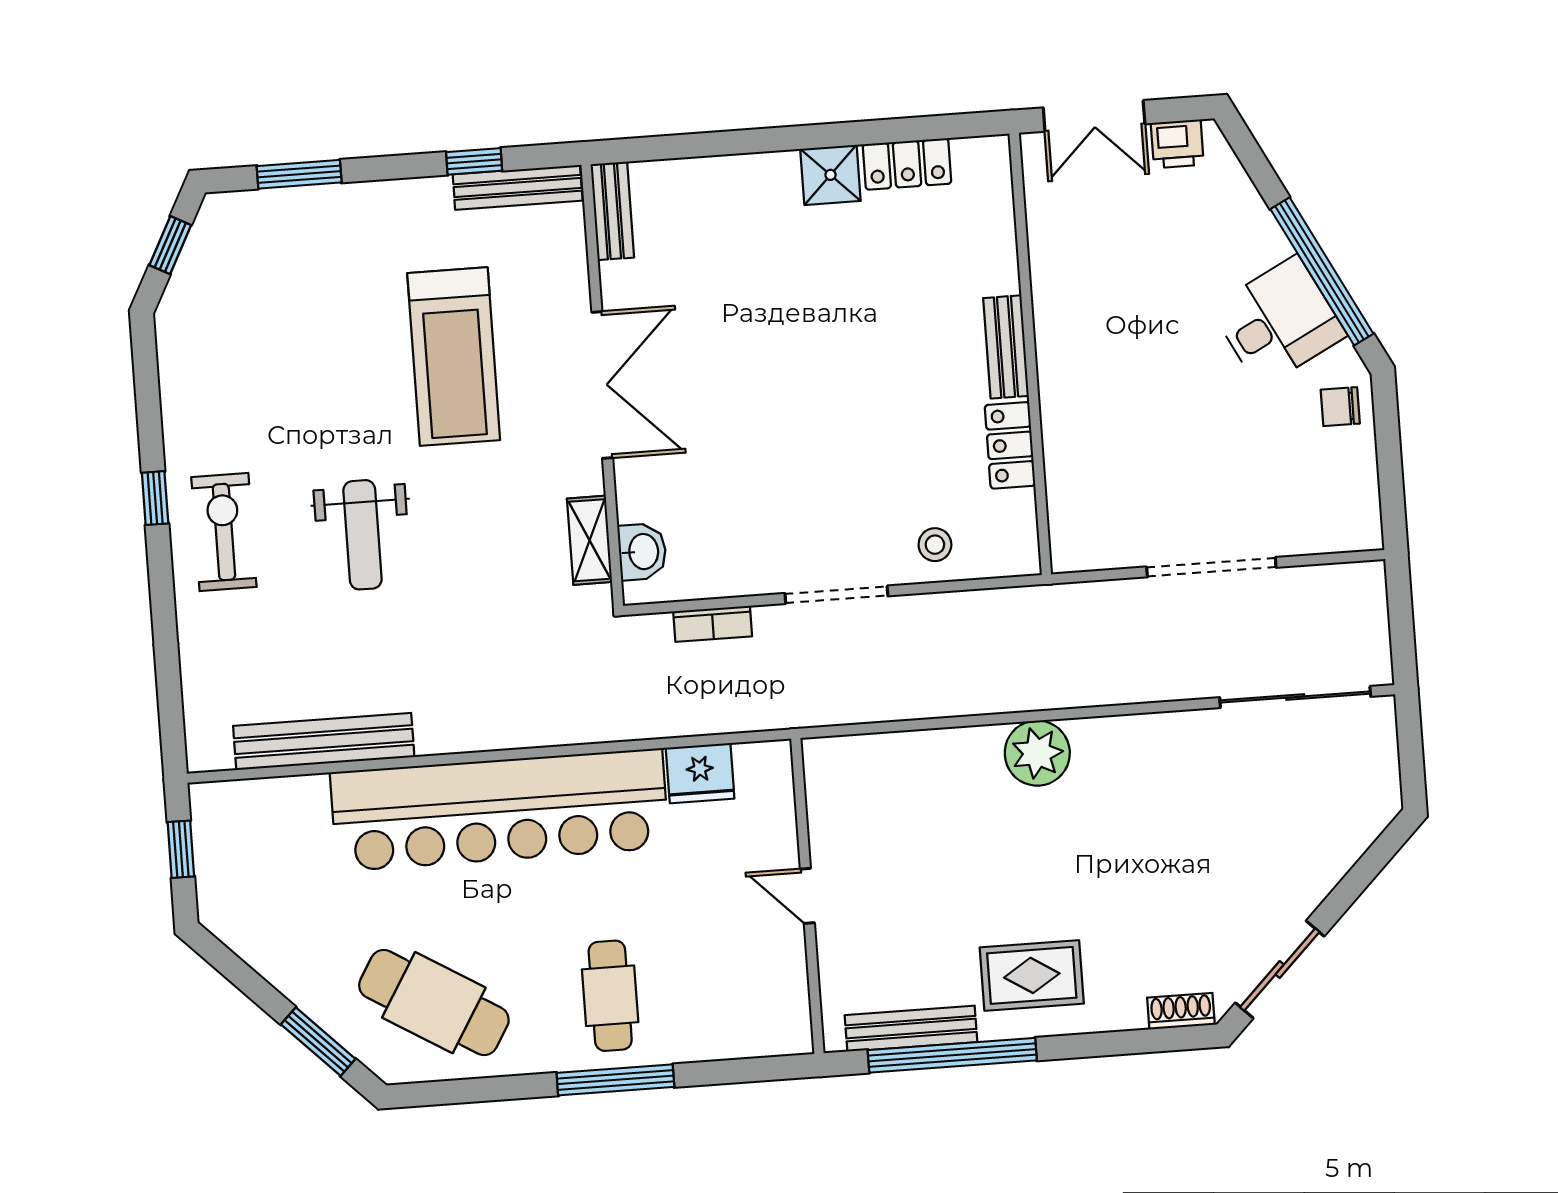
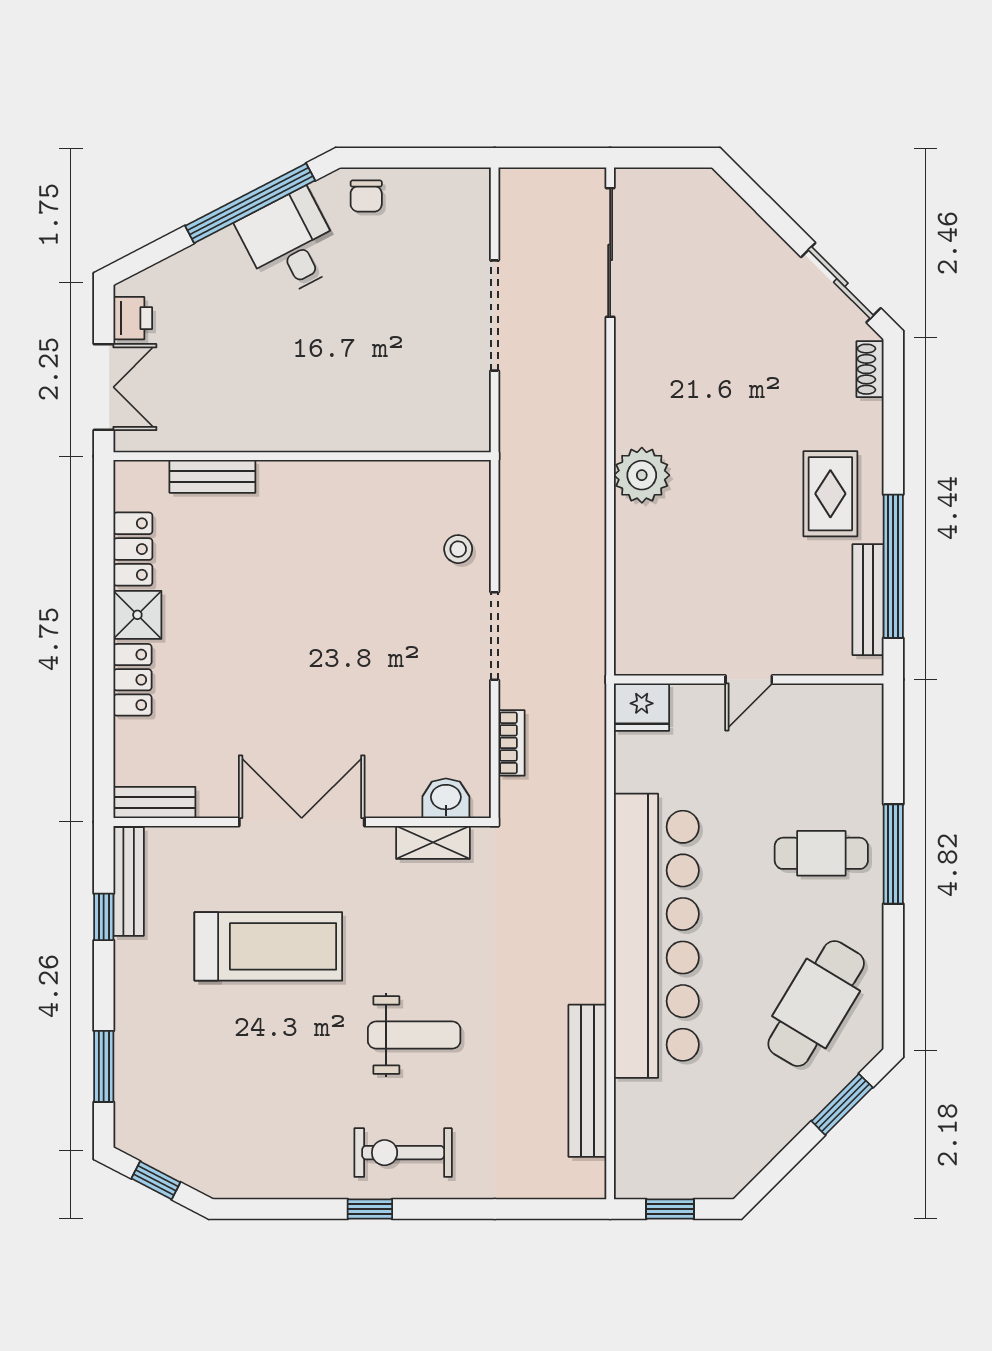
bench: (1006, 347) -> (212, 476), moved
locker: (1010, 445) -> (132, 680), moved, turned -90
fridge: (700, 773) -> (642, 707), moved, turned 90

